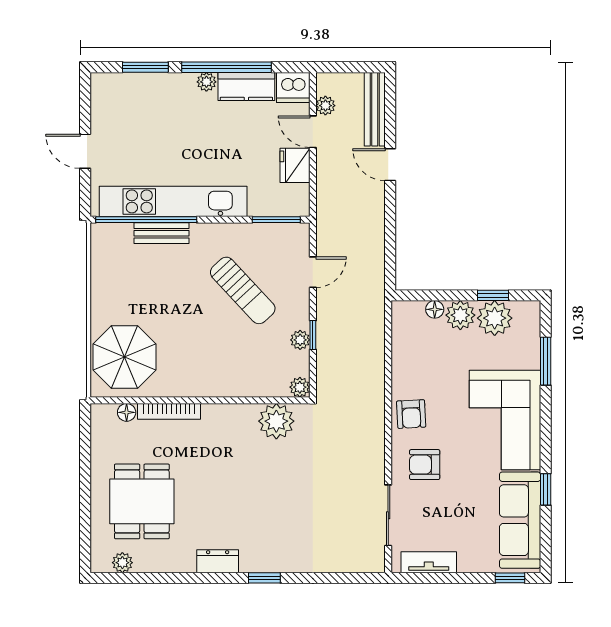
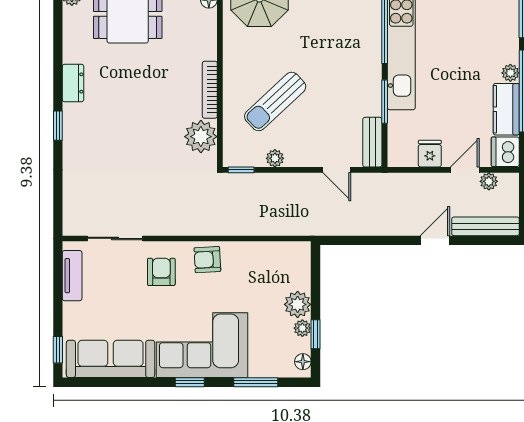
fridge: (295, 165) -> (430, 154), width x0.72
window: (276, 220) -> (385, 102), moved
bench: (162, 233) -> (372, 142), moved
sun lounger: (243, 290) -> (275, 101), moved
floor lamp: (435, 309) -> (303, 362), moved
plant: (495, 318) -> (302, 328), width x0.53, depth x0.53
window: (313, 335) -> (241, 170), moved
plant: (300, 387) -> (232, 158), removed
bookcase: (169, 411) -> (210, 90), moved
window: (546, 489) -> (190, 382), moved

